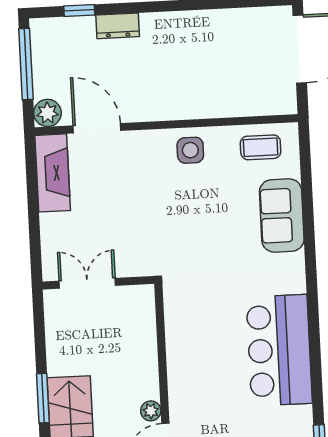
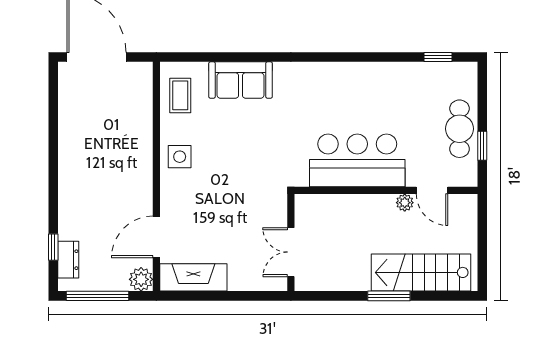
dresser: (118, 26) -> (68, 260), moved
bar counter: (279, 350) -> (357, 160), moved, turned 180

